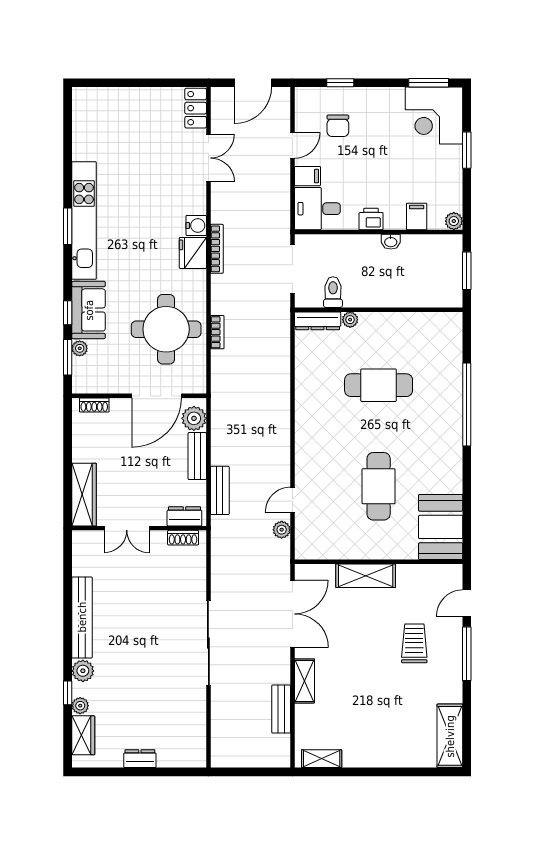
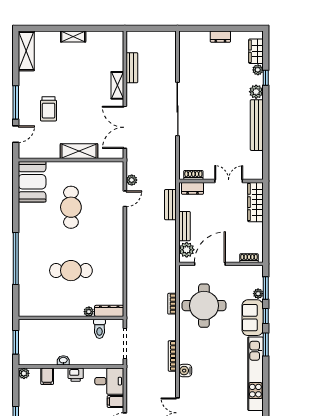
window: (68, 226) -> (266, 344), moved
fridge: (193, 253) -> (187, 353), removed
shelving: (322, 759) -> (73, 37), moved

